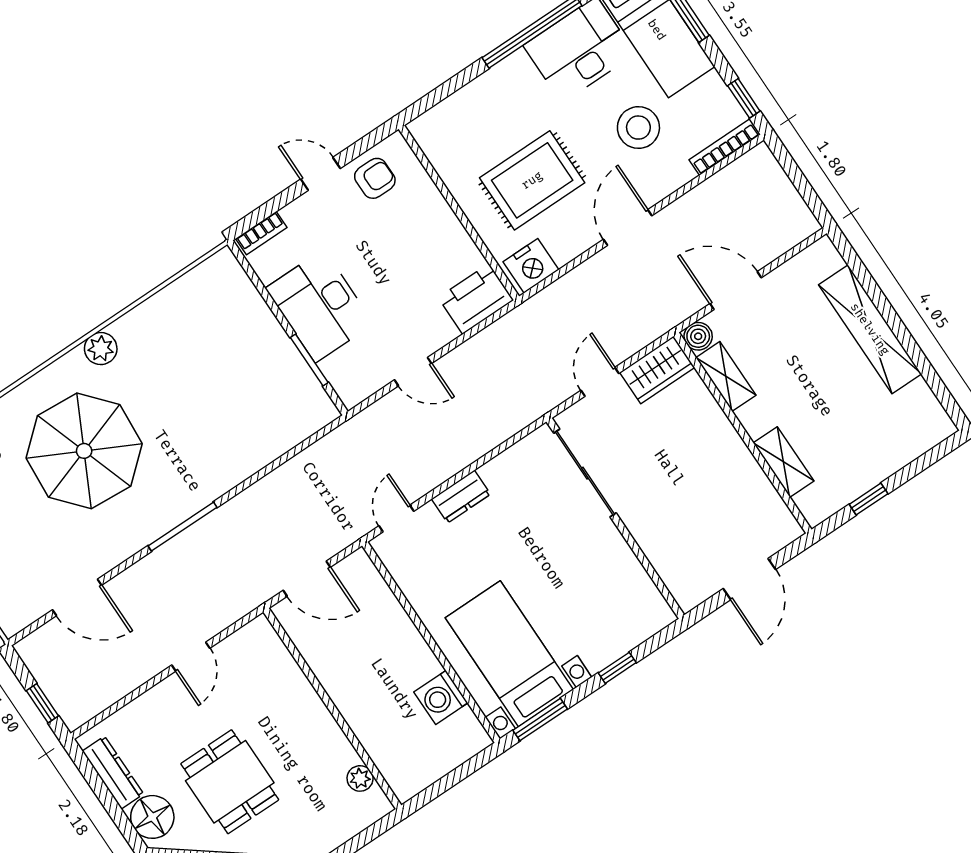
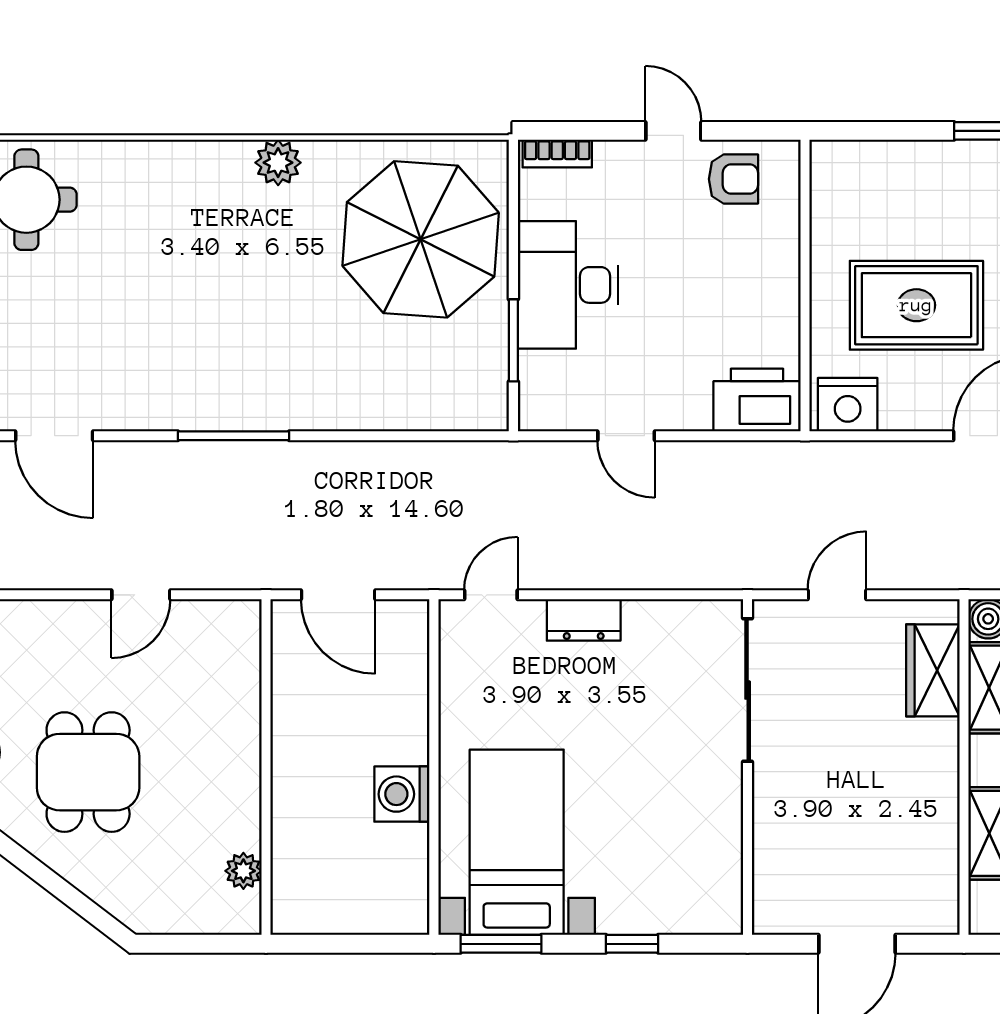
wardrobe: (657, 370) -> (933, 670), moved, turned 90
parasol: (84, 451) -> (421, 239), moved
washing machine: (441, 698) -> (402, 794), moved

